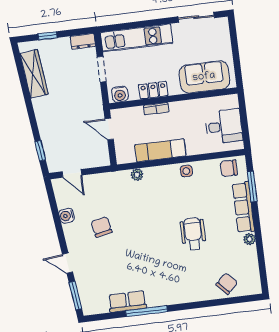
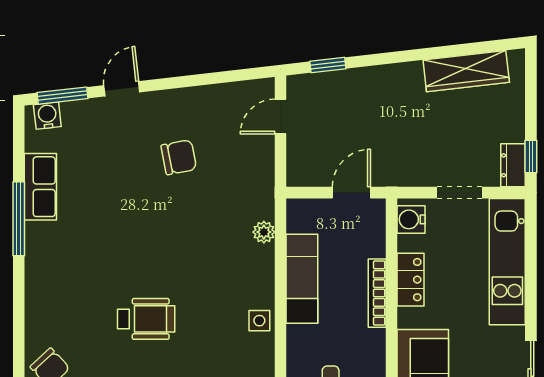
window: (47, 36) -> (531, 157), moved
bookcase: (156, 109) -> (377, 293), width x1.56
water cooler: (66, 216) -> (47, 116), moved

